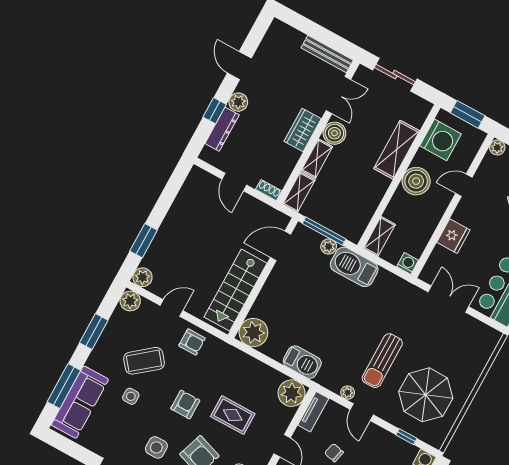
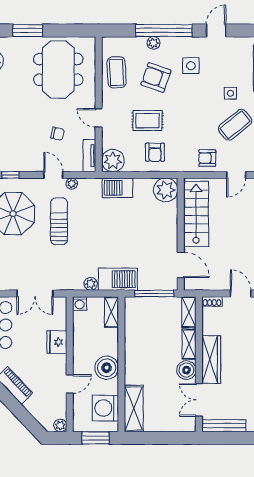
sliding door: (395, 75) -> (165, 438), removed
wardrobe: (303, 130) -> (211, 360), width x1.50
shelving: (397, 150) -> (134, 408), moved
door: (280, 246) -> (181, 265), hinge flipped
plant: (329, 247) -> (91, 284), moved
armchair: (185, 405) -> (155, 152), moved

